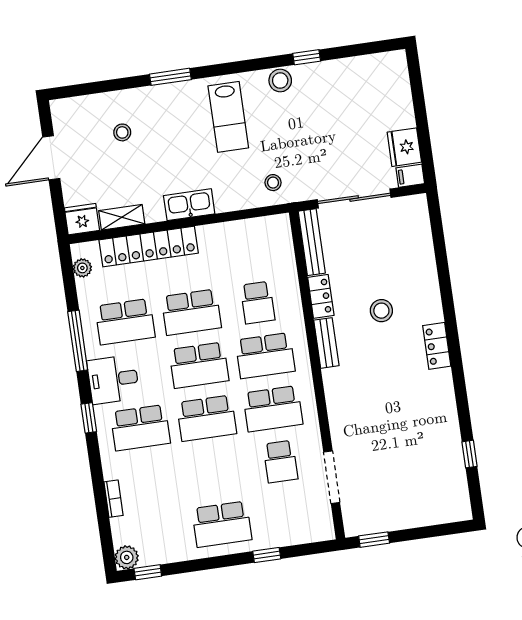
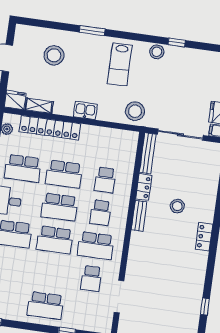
stool: (122, 132) -> (54, 55), width x1.89, depth x1.89
stool: (273, 183) -> (135, 111), width x1.89, depth x1.89
kitchen sink: (189, 205) -> (85, 110), width x0.73
school desk: (265, 356) -> (100, 213), width x0.54

